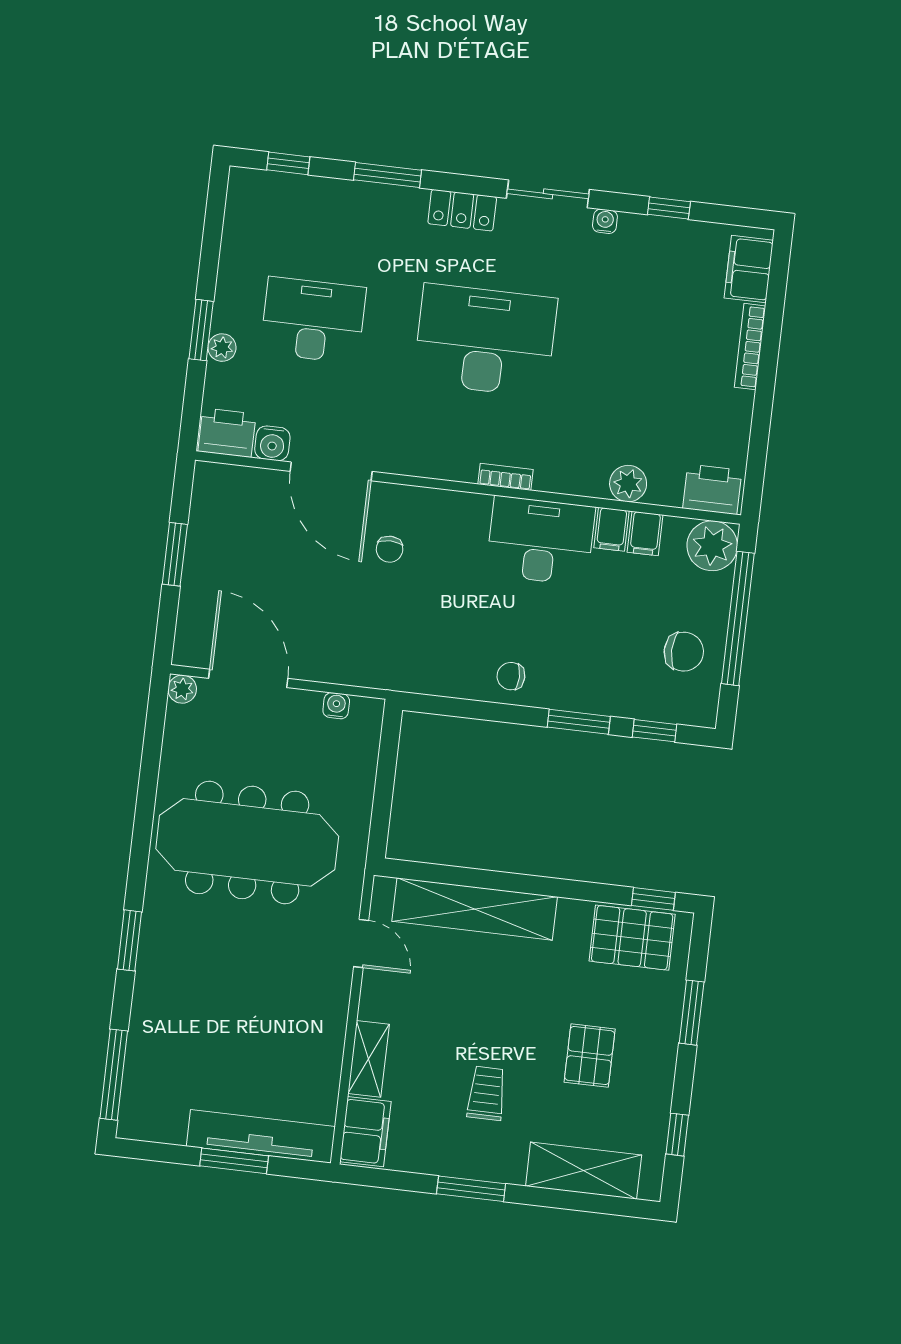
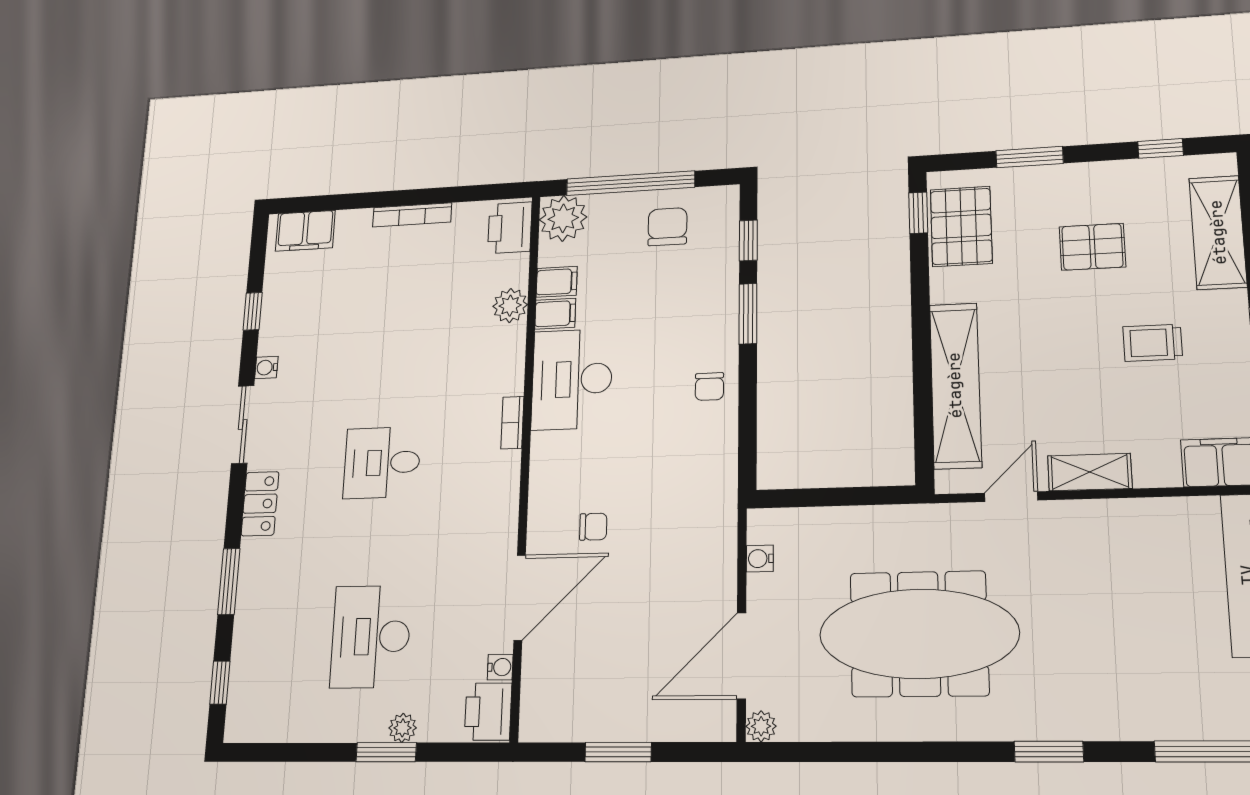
desk: (485, 340) -> (382, 463), width x0.53, depth x0.77
bookcase: (750, 347) -> (412, 215), moved
water cooler: (272, 443) -> (500, 667), width x0.72, depth x0.72
meeting table: (247, 842) -> (919, 634), turned 90
shelving: (369, 1059) -> (1090, 472), moved

